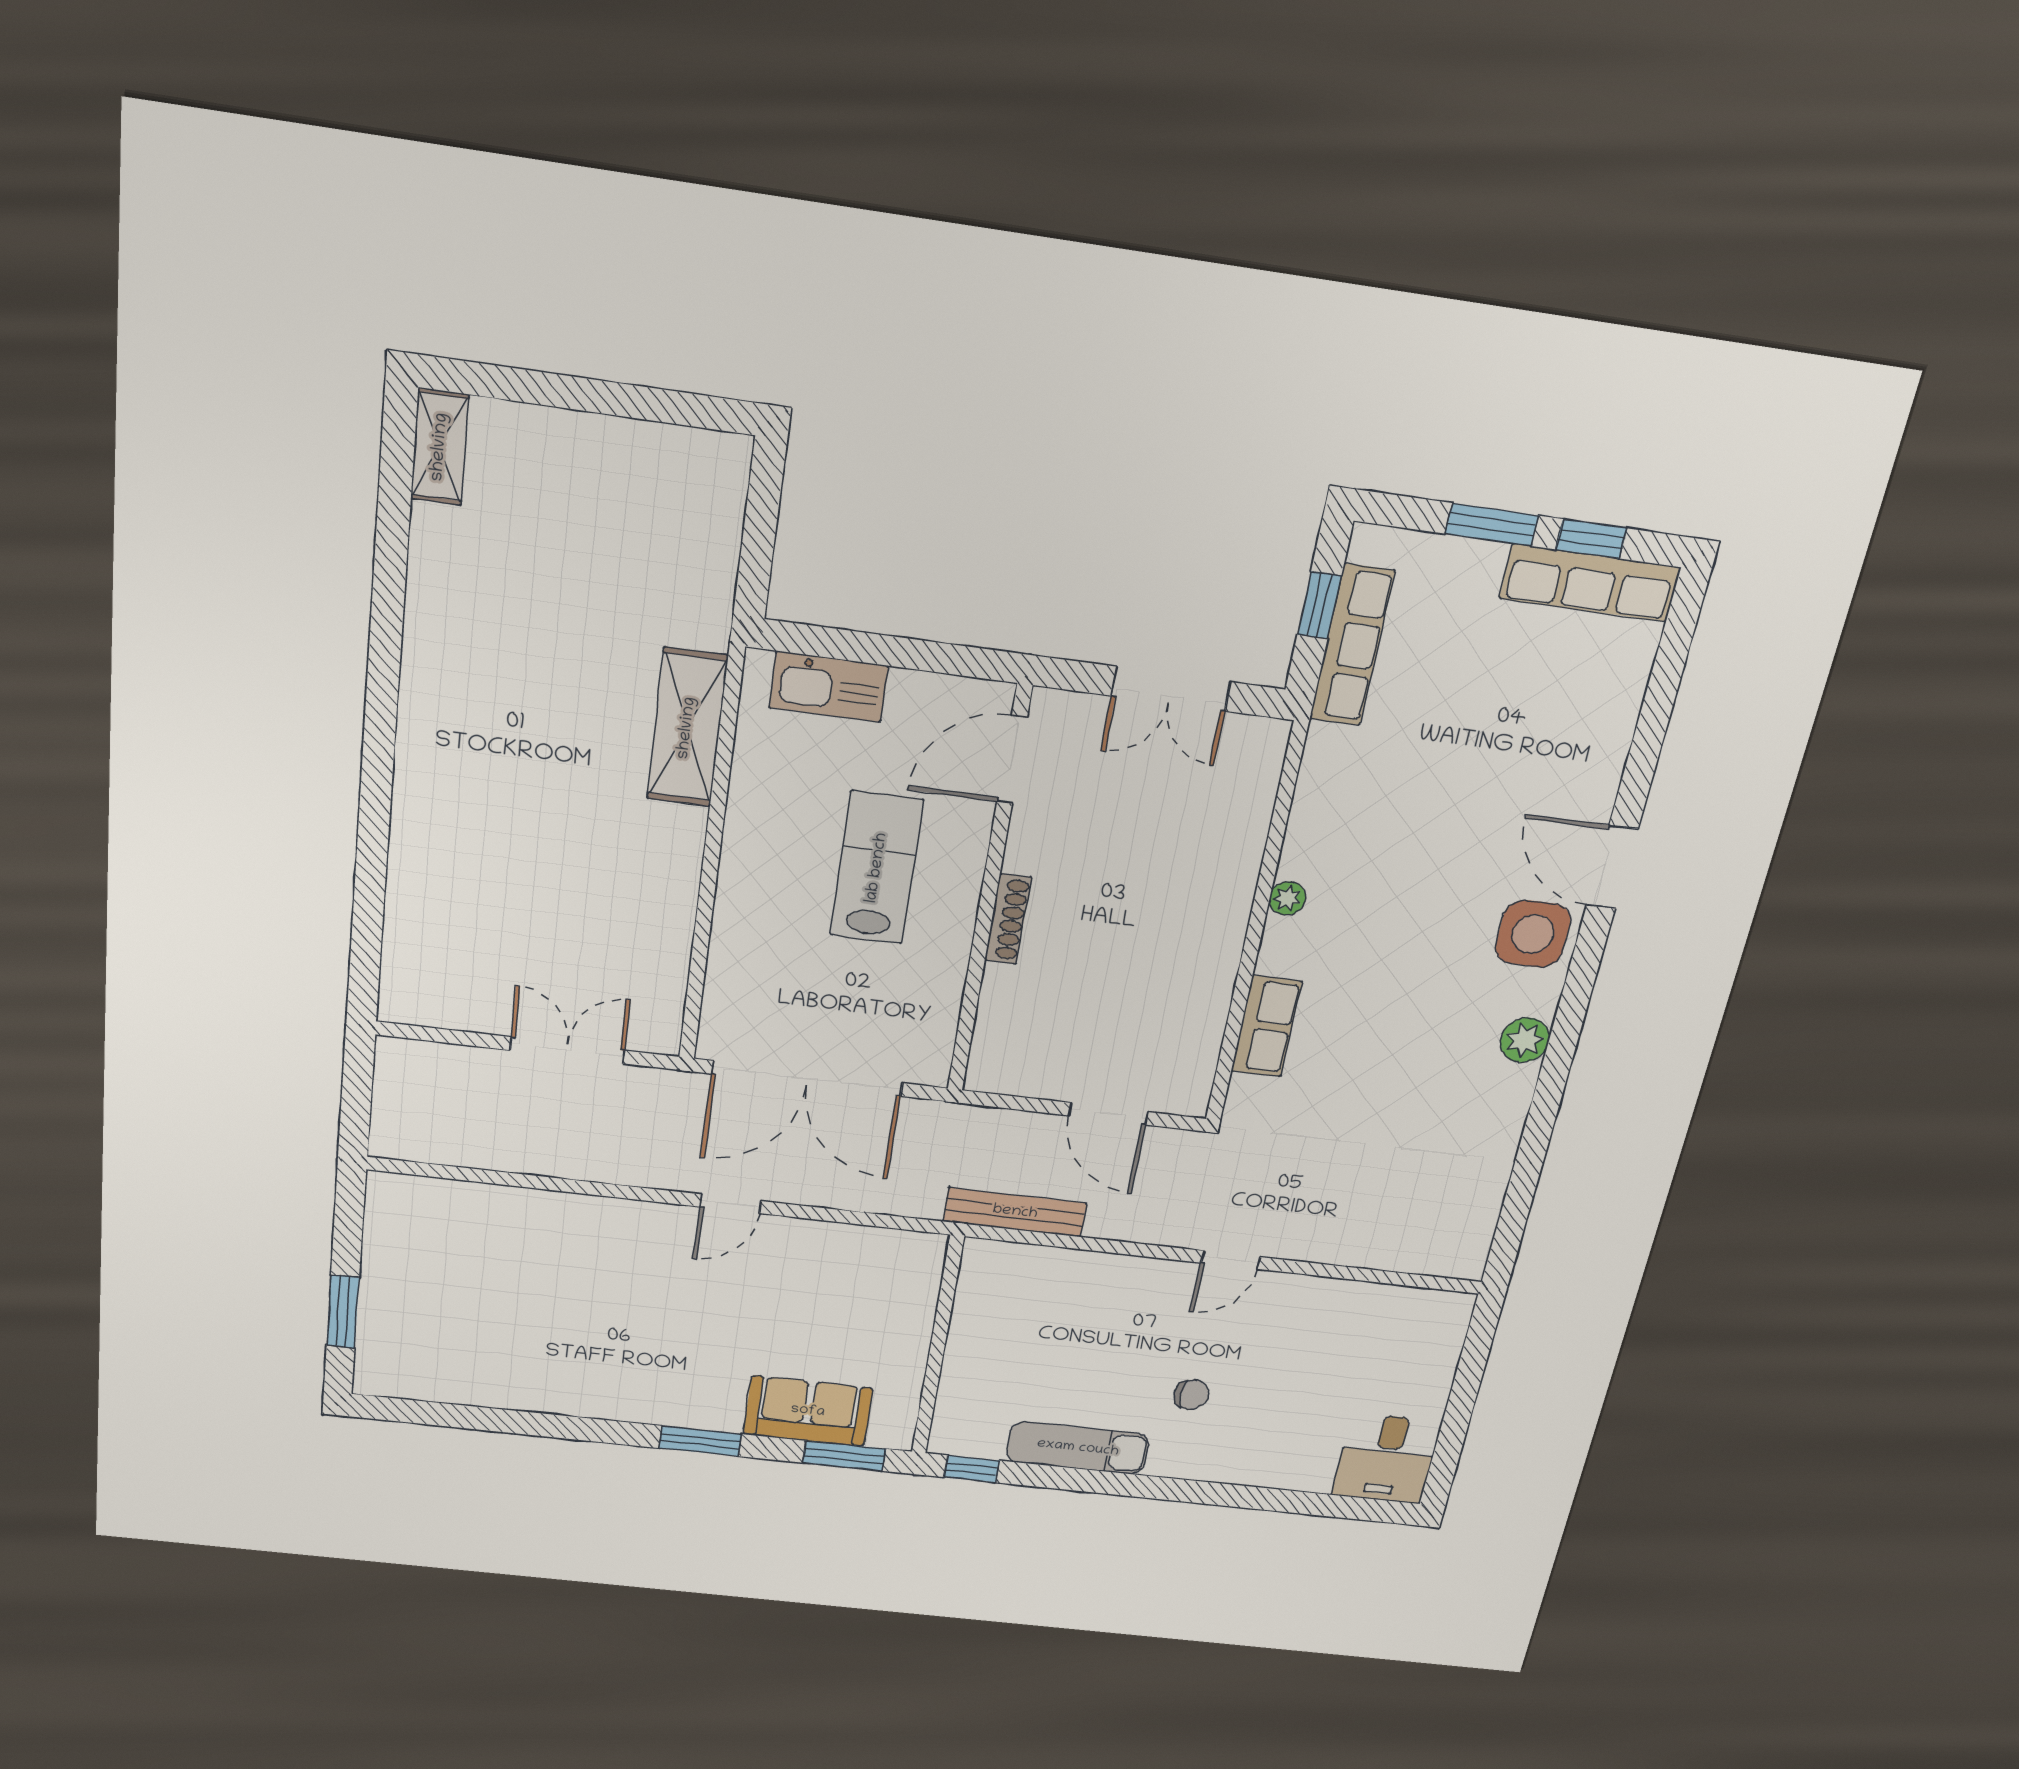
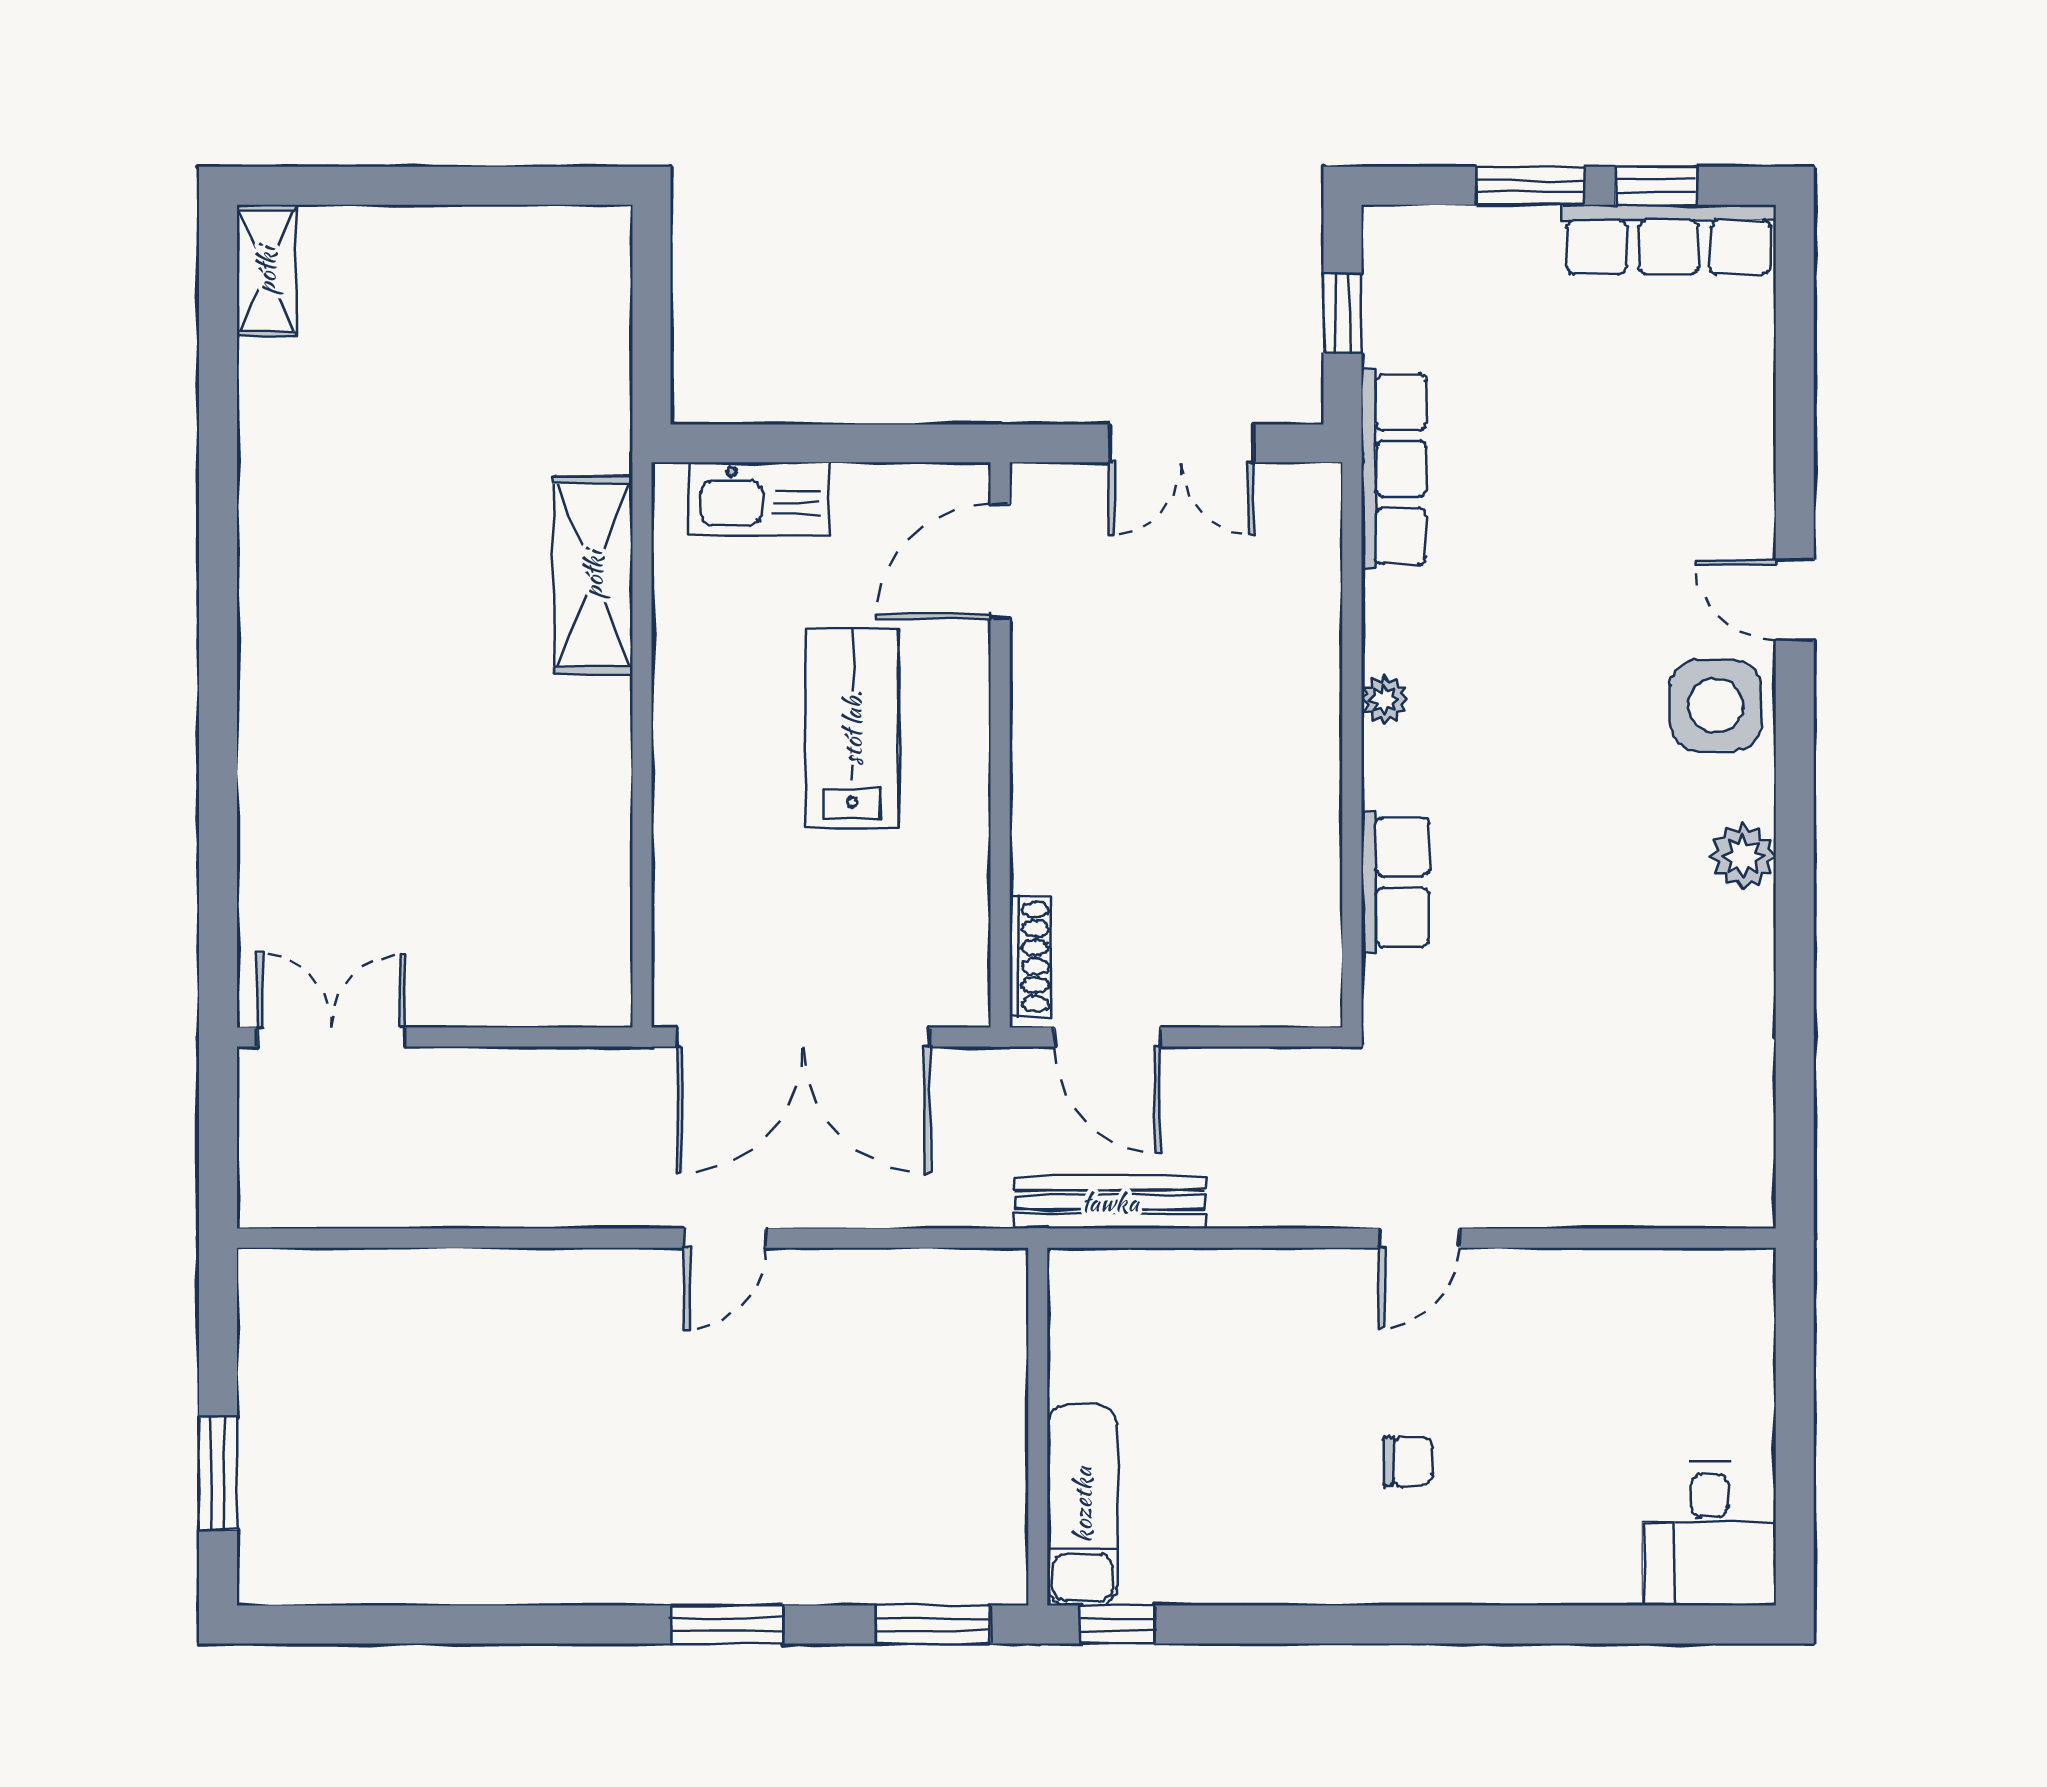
row of seats: (1352, 645) -> (1394, 469), moved
door: (1612, 867) -> (1795, 600), width x0.73
shoe rack: (1008, 919) -> (1030, 957), moved
double door: (567, 1050) -> (331, 1037), moved
door: (1108, 1114) -> (1107, 1037), moved
sofa: (808, 1411) -> (872, 1556), removed
exam couch: (1078, 1448) -> (1082, 1505), moved, turned 90

